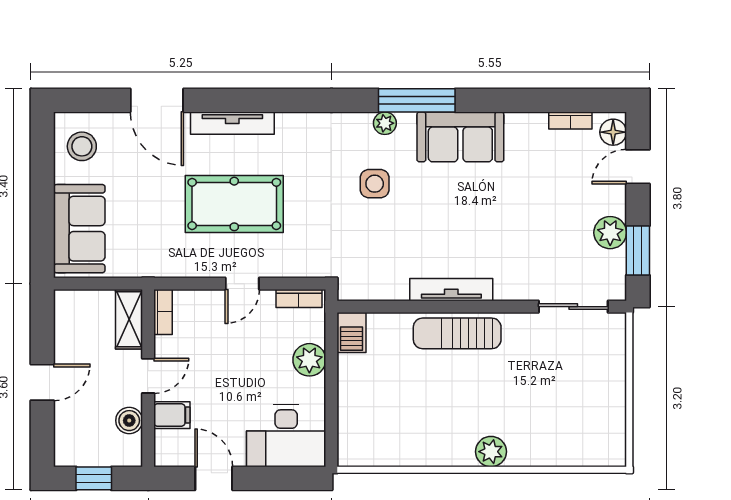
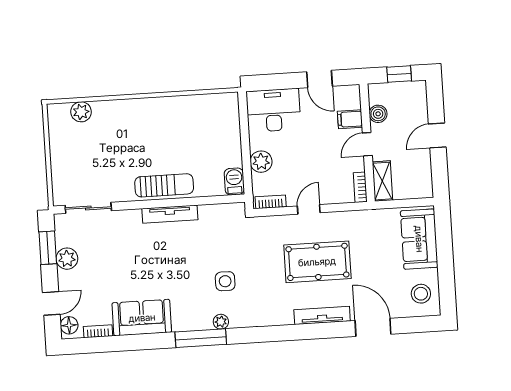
sofa: (460, 137) -> (142, 318), moved
plant: (491, 452) -> (81, 112), moved

